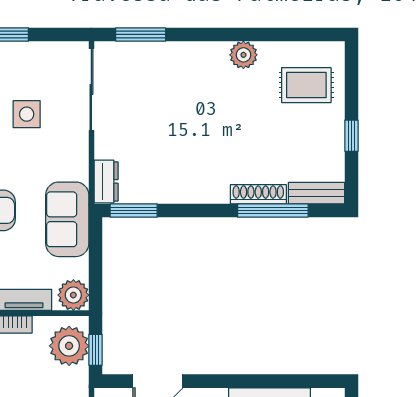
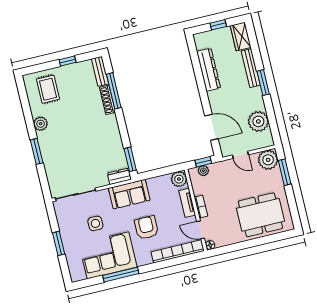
window: (141, 34) -> (37, 151), moved
sofa: (67, 219) -> (129, 194), moved
plant: (69, 346) -> (203, 171), width x0.53, depth x0.53

